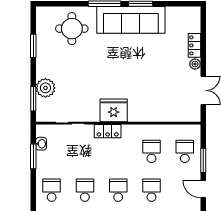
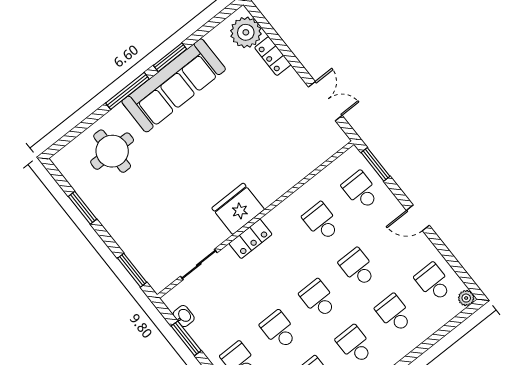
plant: (195, 64) -> (246, 32), moved, width x1.88, depth x1.88
plant: (45, 88) -> (136, 246), removed
window: (203, 160) -> (375, 164), moved

